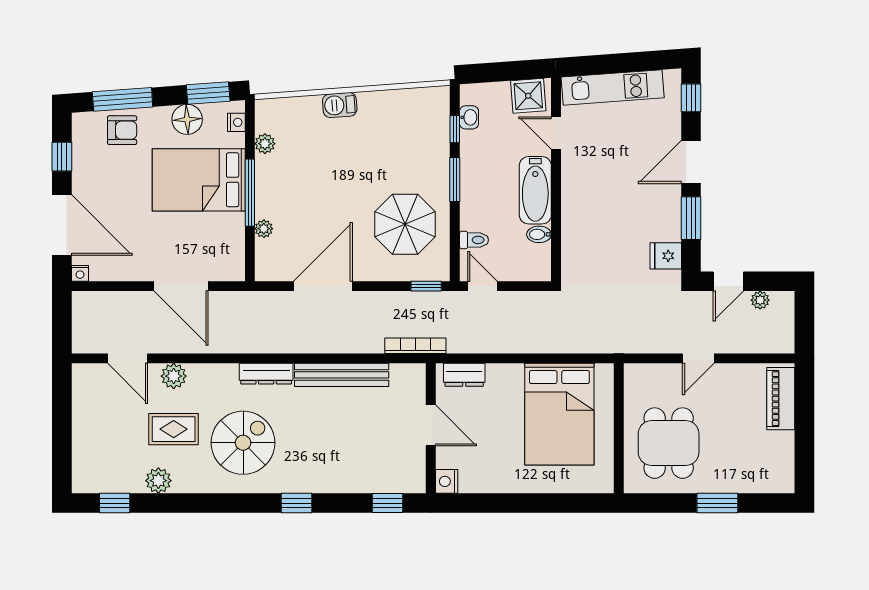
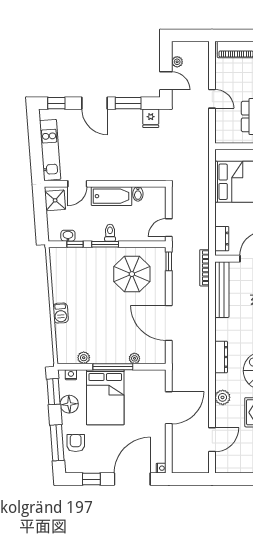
toilet: (474, 240) -> (110, 233), moved
bench: (342, 375) -> (222, 290), moved
plant: (174, 376) -> (223, 397), moved

